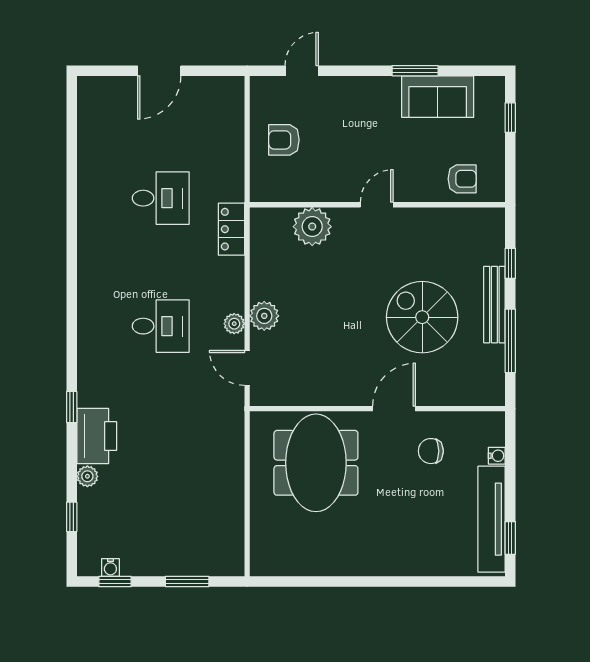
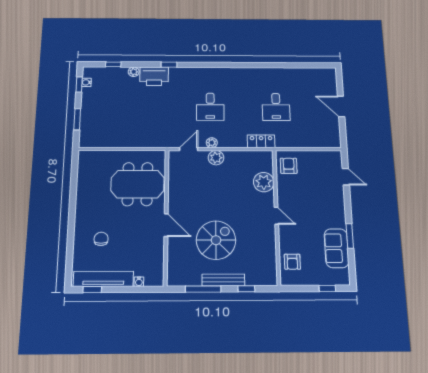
armchair: (284, 140) -> (289, 166), moved
chair: (431, 451) -> (101, 239), moved

